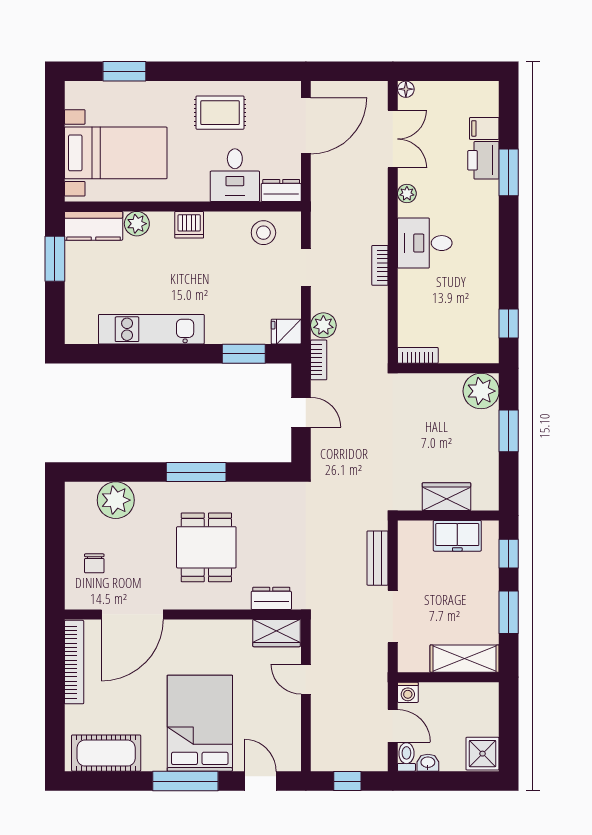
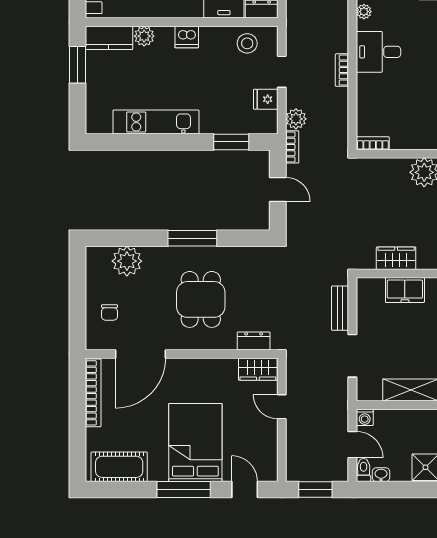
fridge: (286, 332) -> (266, 99), moved
window: (347, 781) -> (315, 490), width x1.50

